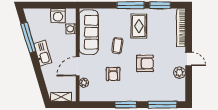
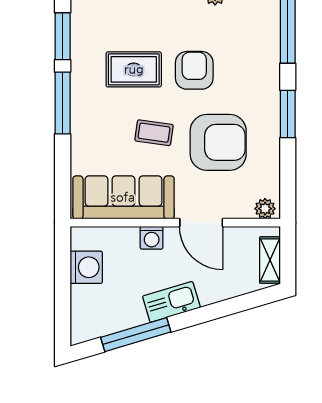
rug: (139, 26) -> (134, 69), moved
washing machine: (71, 29) -> (152, 238), moved
armchair: (113, 74) -> (218, 142), width x1.88, depth x1.88
plant: (84, 83) -> (265, 209), moved

